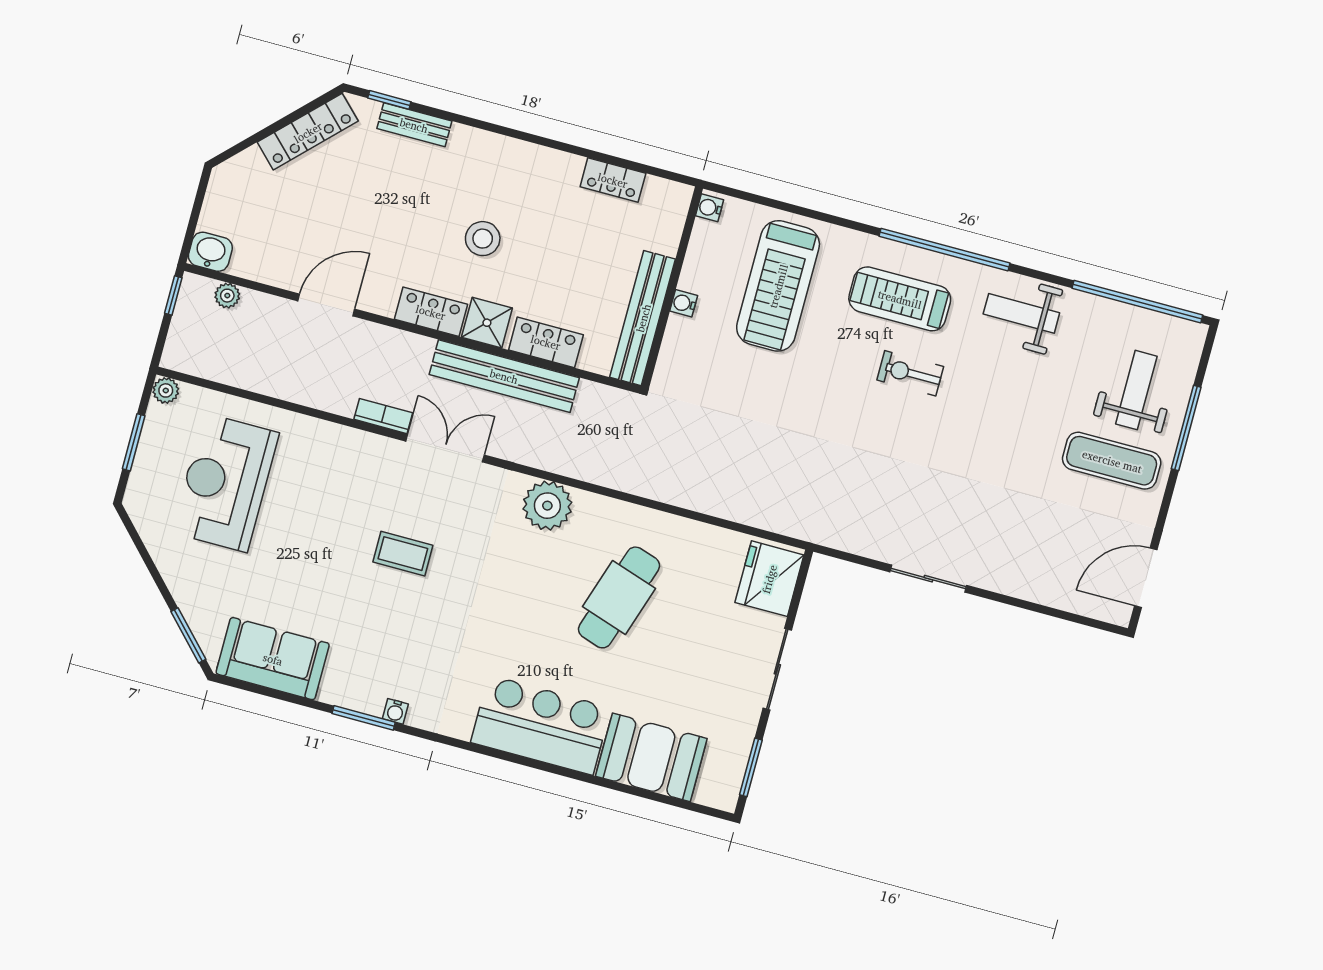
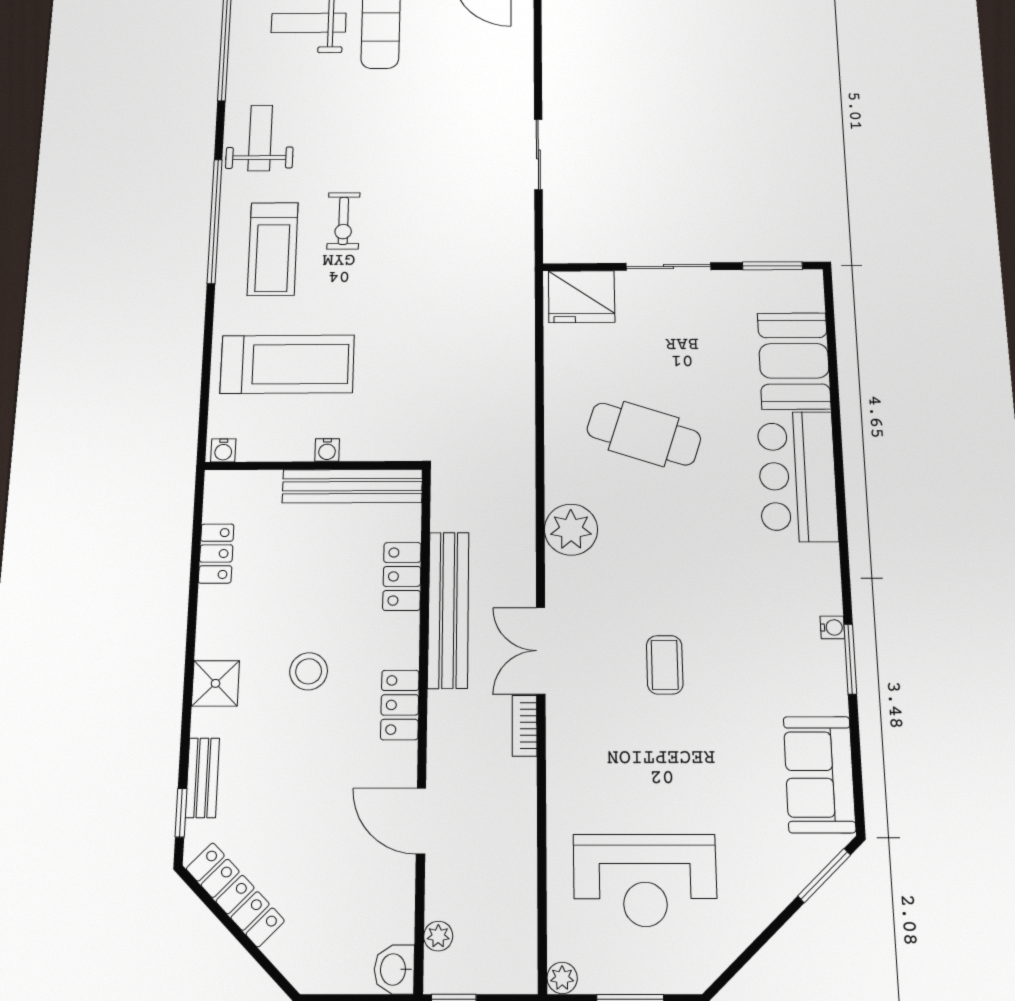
weight bench: (1021, 313) -> (260, 138), turned 180
shower: (487, 323) -> (215, 683), moved

